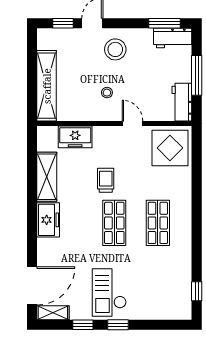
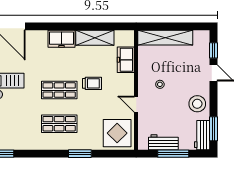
stool: (115, 49) -> (197, 104), moved
workbench: (182, 102) -> (163, 142), moved
door: (132, 123) -> (136, 104), swing flipped
window: (197, 196) -> (80, 154), added

